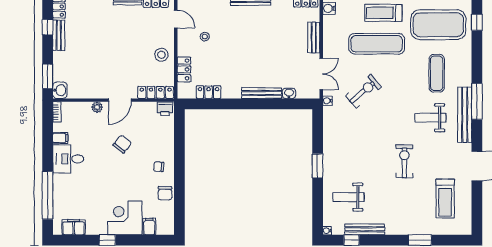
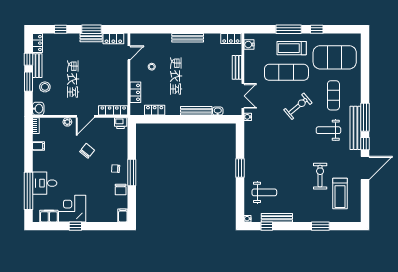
door: (176, 19) -> (129, 53), hinge flipped
window: (477, 22) -> (365, 144), moved
stool: (161, 55) -> (45, 87), moved
window: (48, 76) -> (29, 82), moved
exercise bike: (363, 91) -> (298, 106), moved
desk: (68, 159) -> (45, 183), moved
exercise bike: (404, 161) -> (320, 176), moved
window: (179, 172) -> (132, 173), added
weight bench: (349, 197) -> (264, 192), turned 180
corner desk: (125, 218) -> (72, 209), moved
filing cabinet: (149, 227) -> (123, 215), moved

